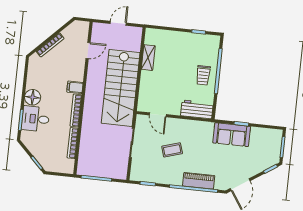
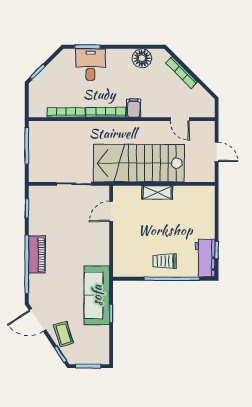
shelving: (148, 58) -> (157, 192), moved
floor lamp: (33, 97) -> (142, 58), moved
workbench: (197, 109) -> (205, 258), moved, turned 180
sofa: (232, 135) -> (97, 295), width x1.36
coffee table: (172, 150) -> (63, 334), moved
piano: (199, 181) -> (37, 255), moved

